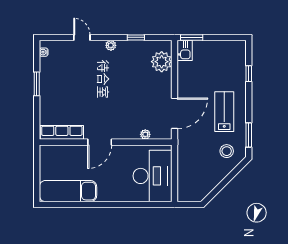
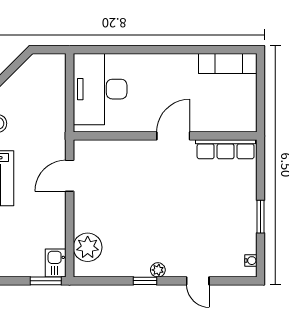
window: (136, 37) -> (145, 281), moved
door: (175, 113) -> (70, 176), width x0.73
plant: (145, 134) -> (110, 146), removed
exam couch: (68, 191) -> (228, 63), width x0.73, depth x0.69

